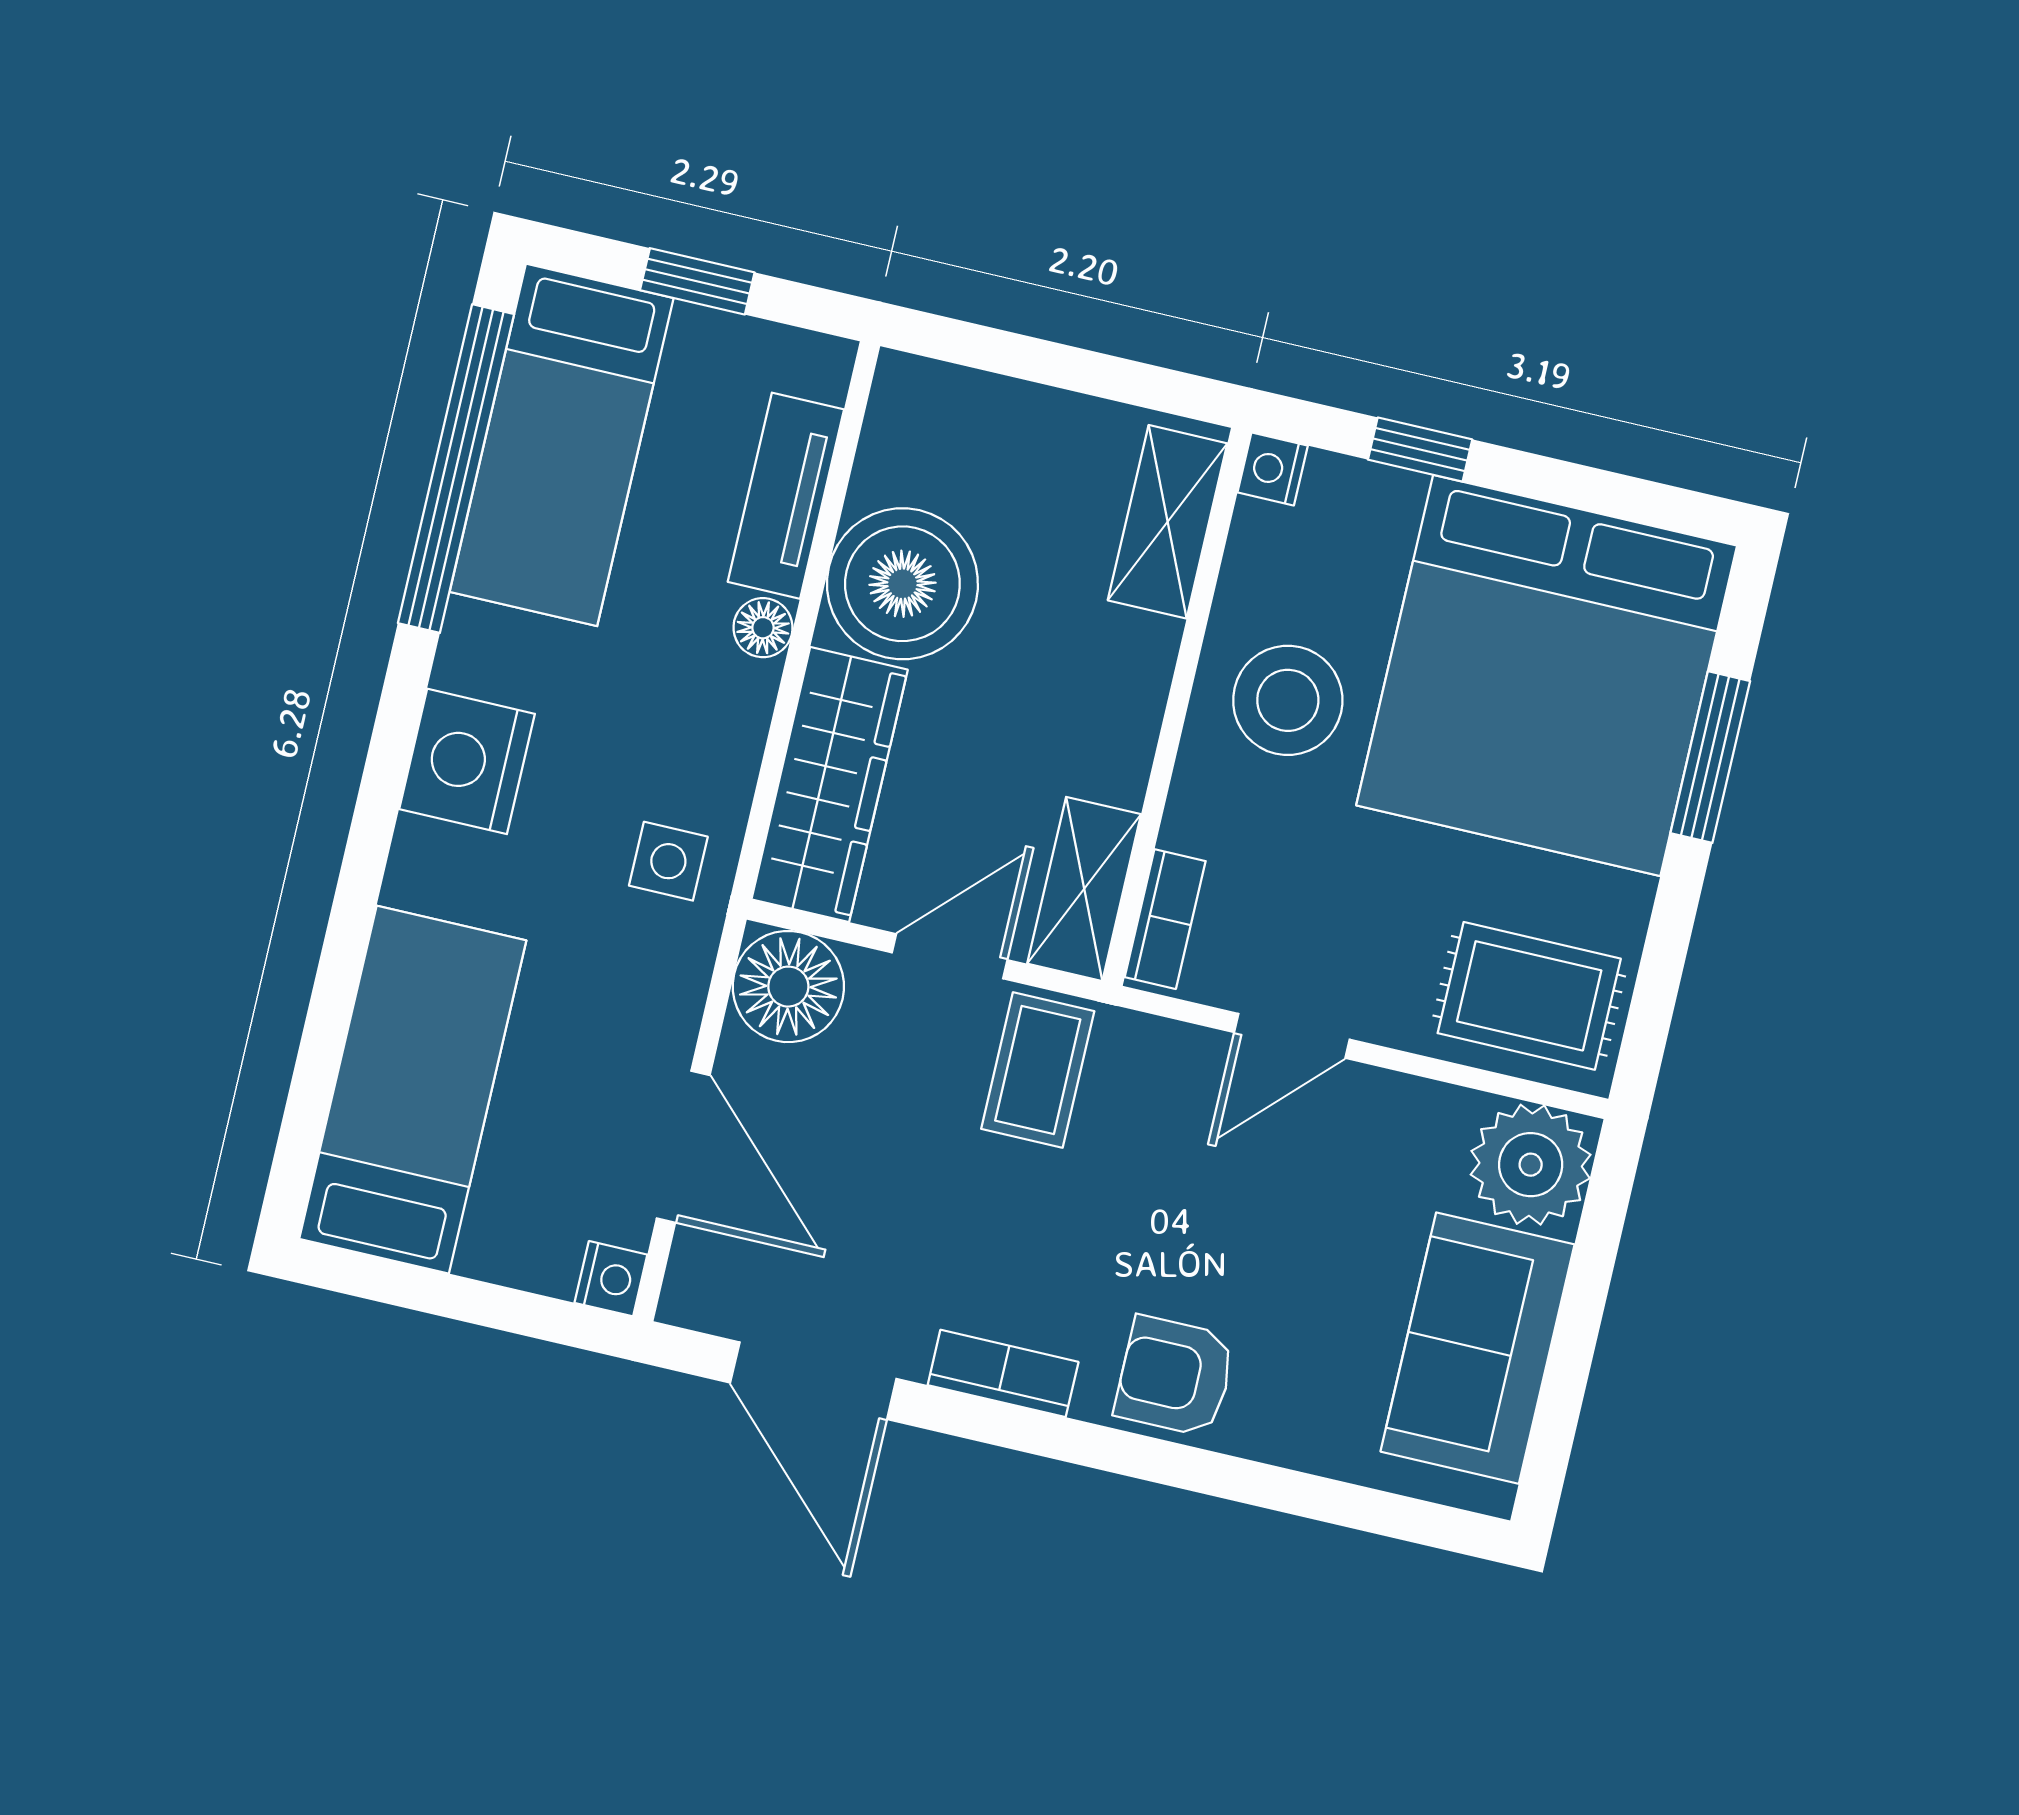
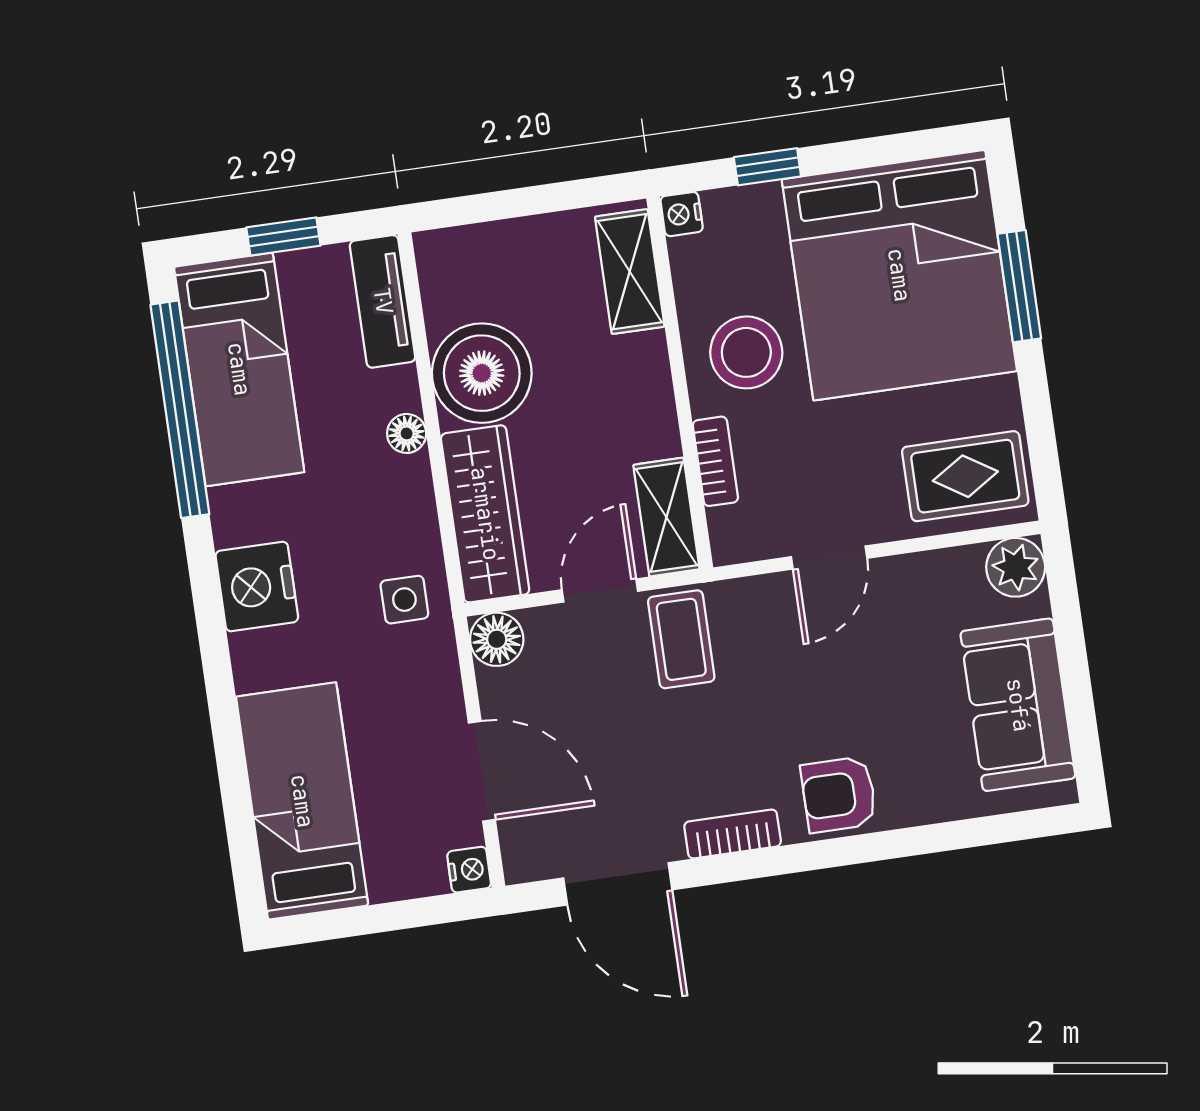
tv unit: (786, 496) -> (383, 301), moved
bookcase: (1165, 919) -> (715, 461), moved
floor lamp: (788, 987) -> (497, 639), width x0.73, depth x0.73
plant: (1531, 1165) -> (1016, 567), width x0.73, depth x0.73

